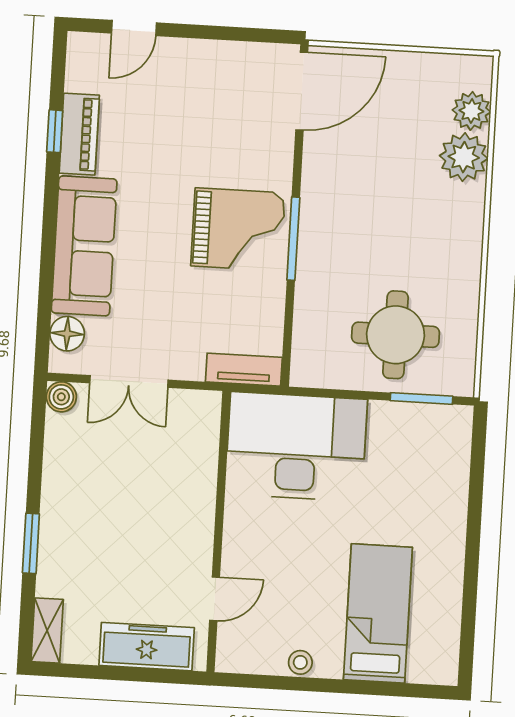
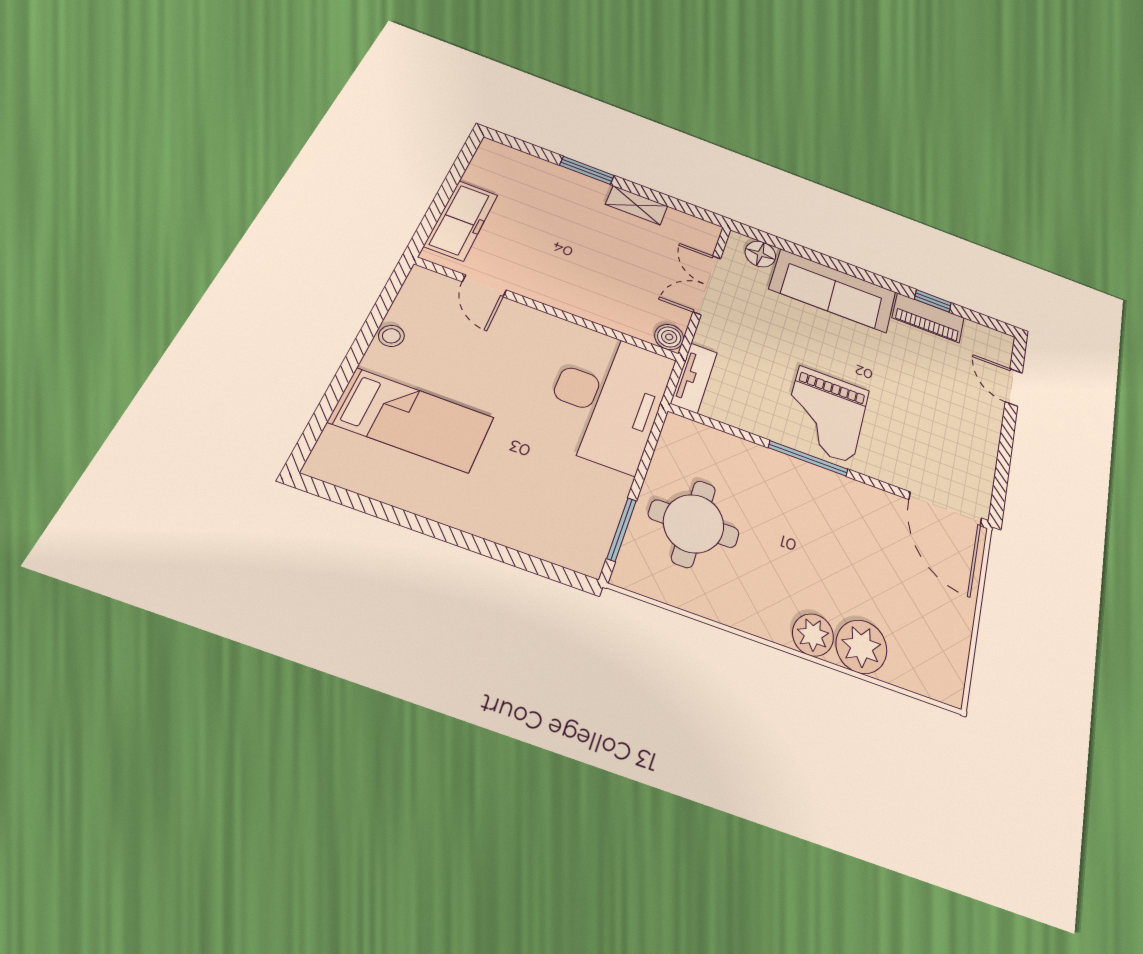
plant: (471, 111) -> (813, 635), moved
boiler: (61, 397) -> (669, 337), moved
shelving: (47, 631) -> (637, 205), moved

